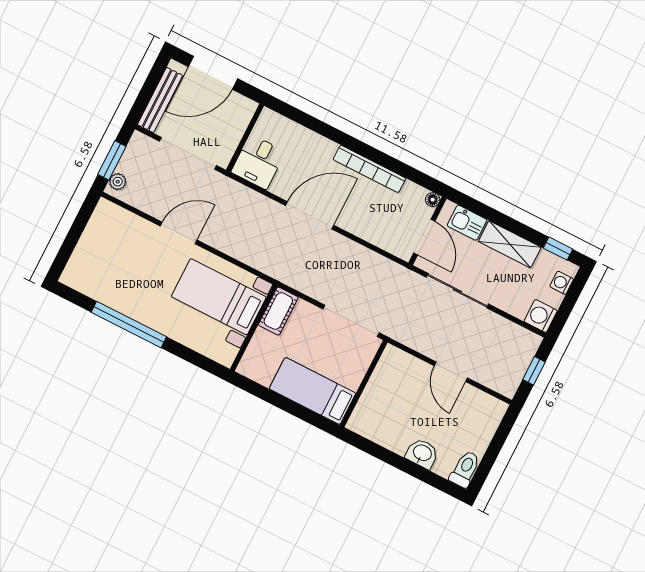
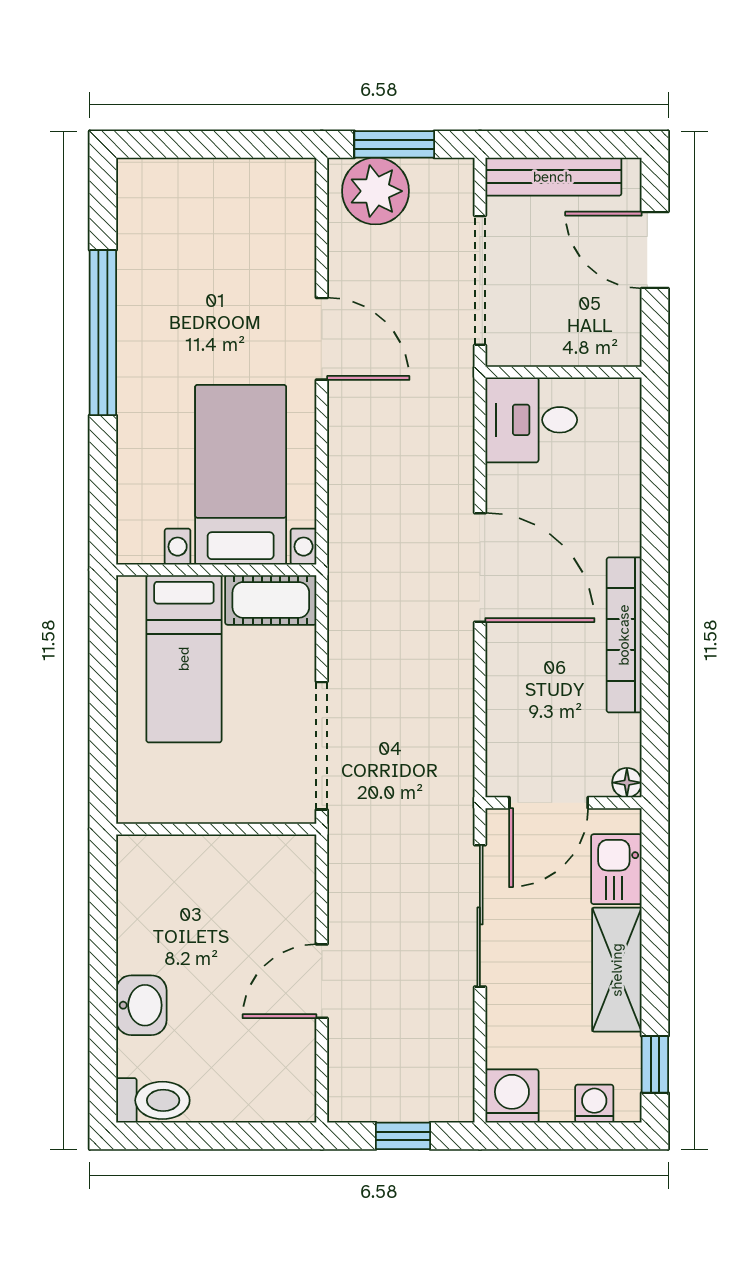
door: (213, 73) -> (655, 250), width x0.73
plant: (118, 182) -> (376, 191), width x1.87, depth x1.87
bed: (312, 391) -> (184, 659), moved, turned 180

